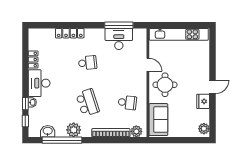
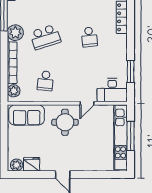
window: (119, 25) -> (131, 71), width x0.69
window: (177, 25) -> (131, 136), added
desk: (119, 39) -> (112, 90), moved, turned 90
fridge: (203, 101) -> (32, 164), moved
plant: (74, 130) -> (15, 33), moved

